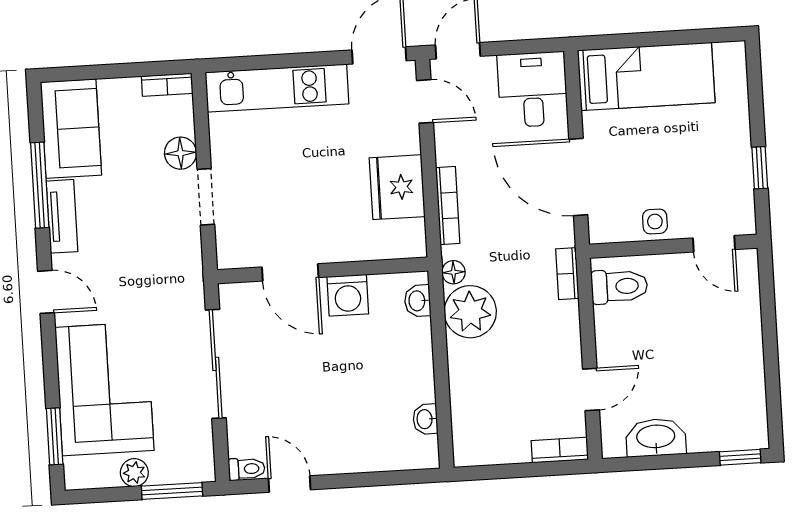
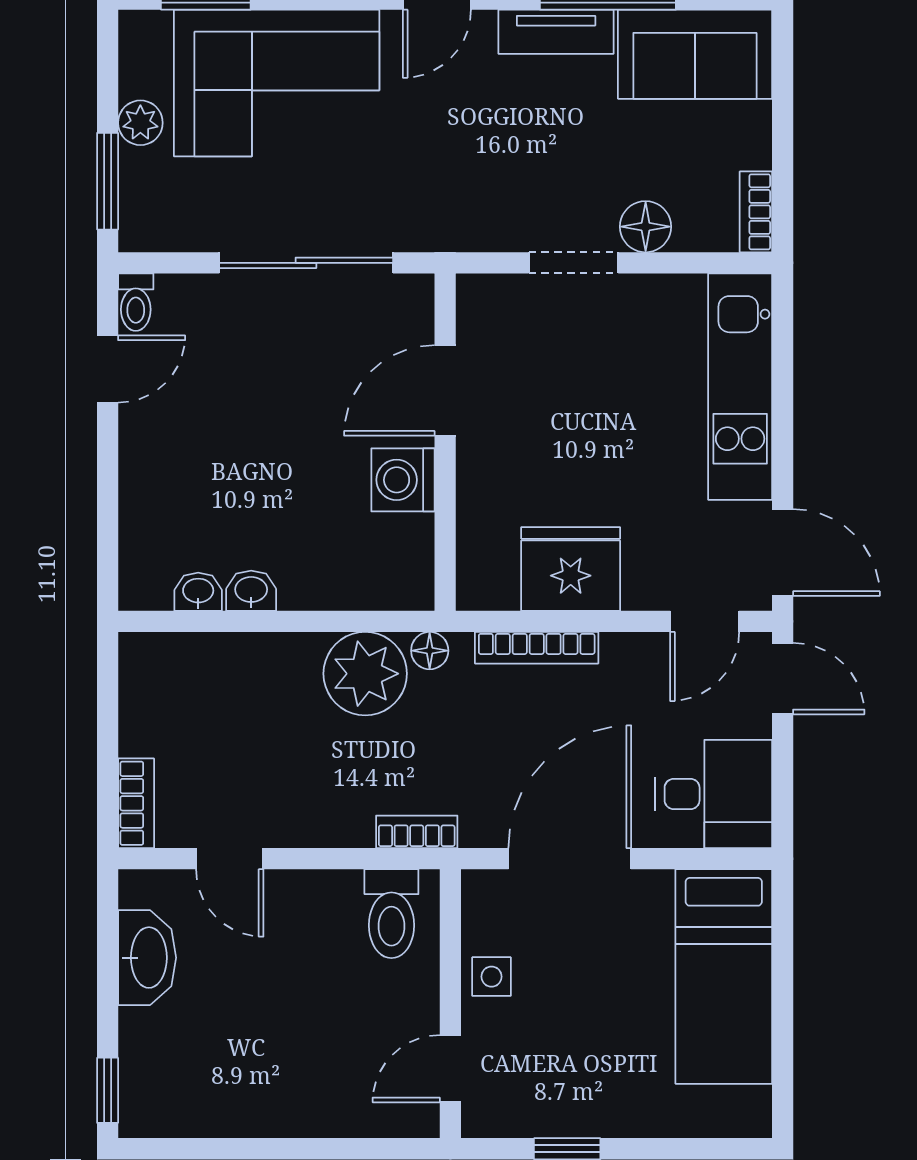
washbasin: (418, 301) -> (251, 591), moved

